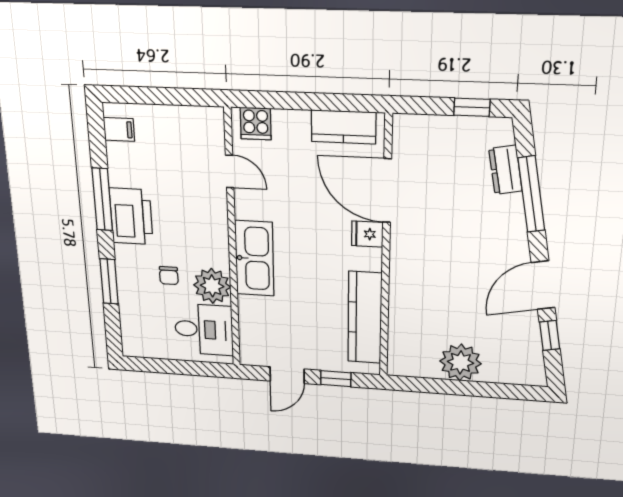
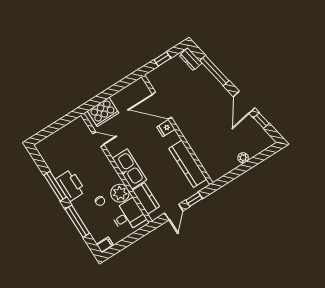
window: (472, 107) -> (162, 59), moved
cooker: (256, 124) -> (103, 112), width x1.87, depth x1.31
kitchen counter: (344, 127) -> (146, 198), moved, turned -90
filing cabinet: (119, 129) -> (105, 245), moved
dresser: (505, 170) -> (191, 59), moved
window: (109, 281) -> (77, 221), width x1.44
plant: (460, 362) -> (243, 158), width x0.53, depth x0.53

